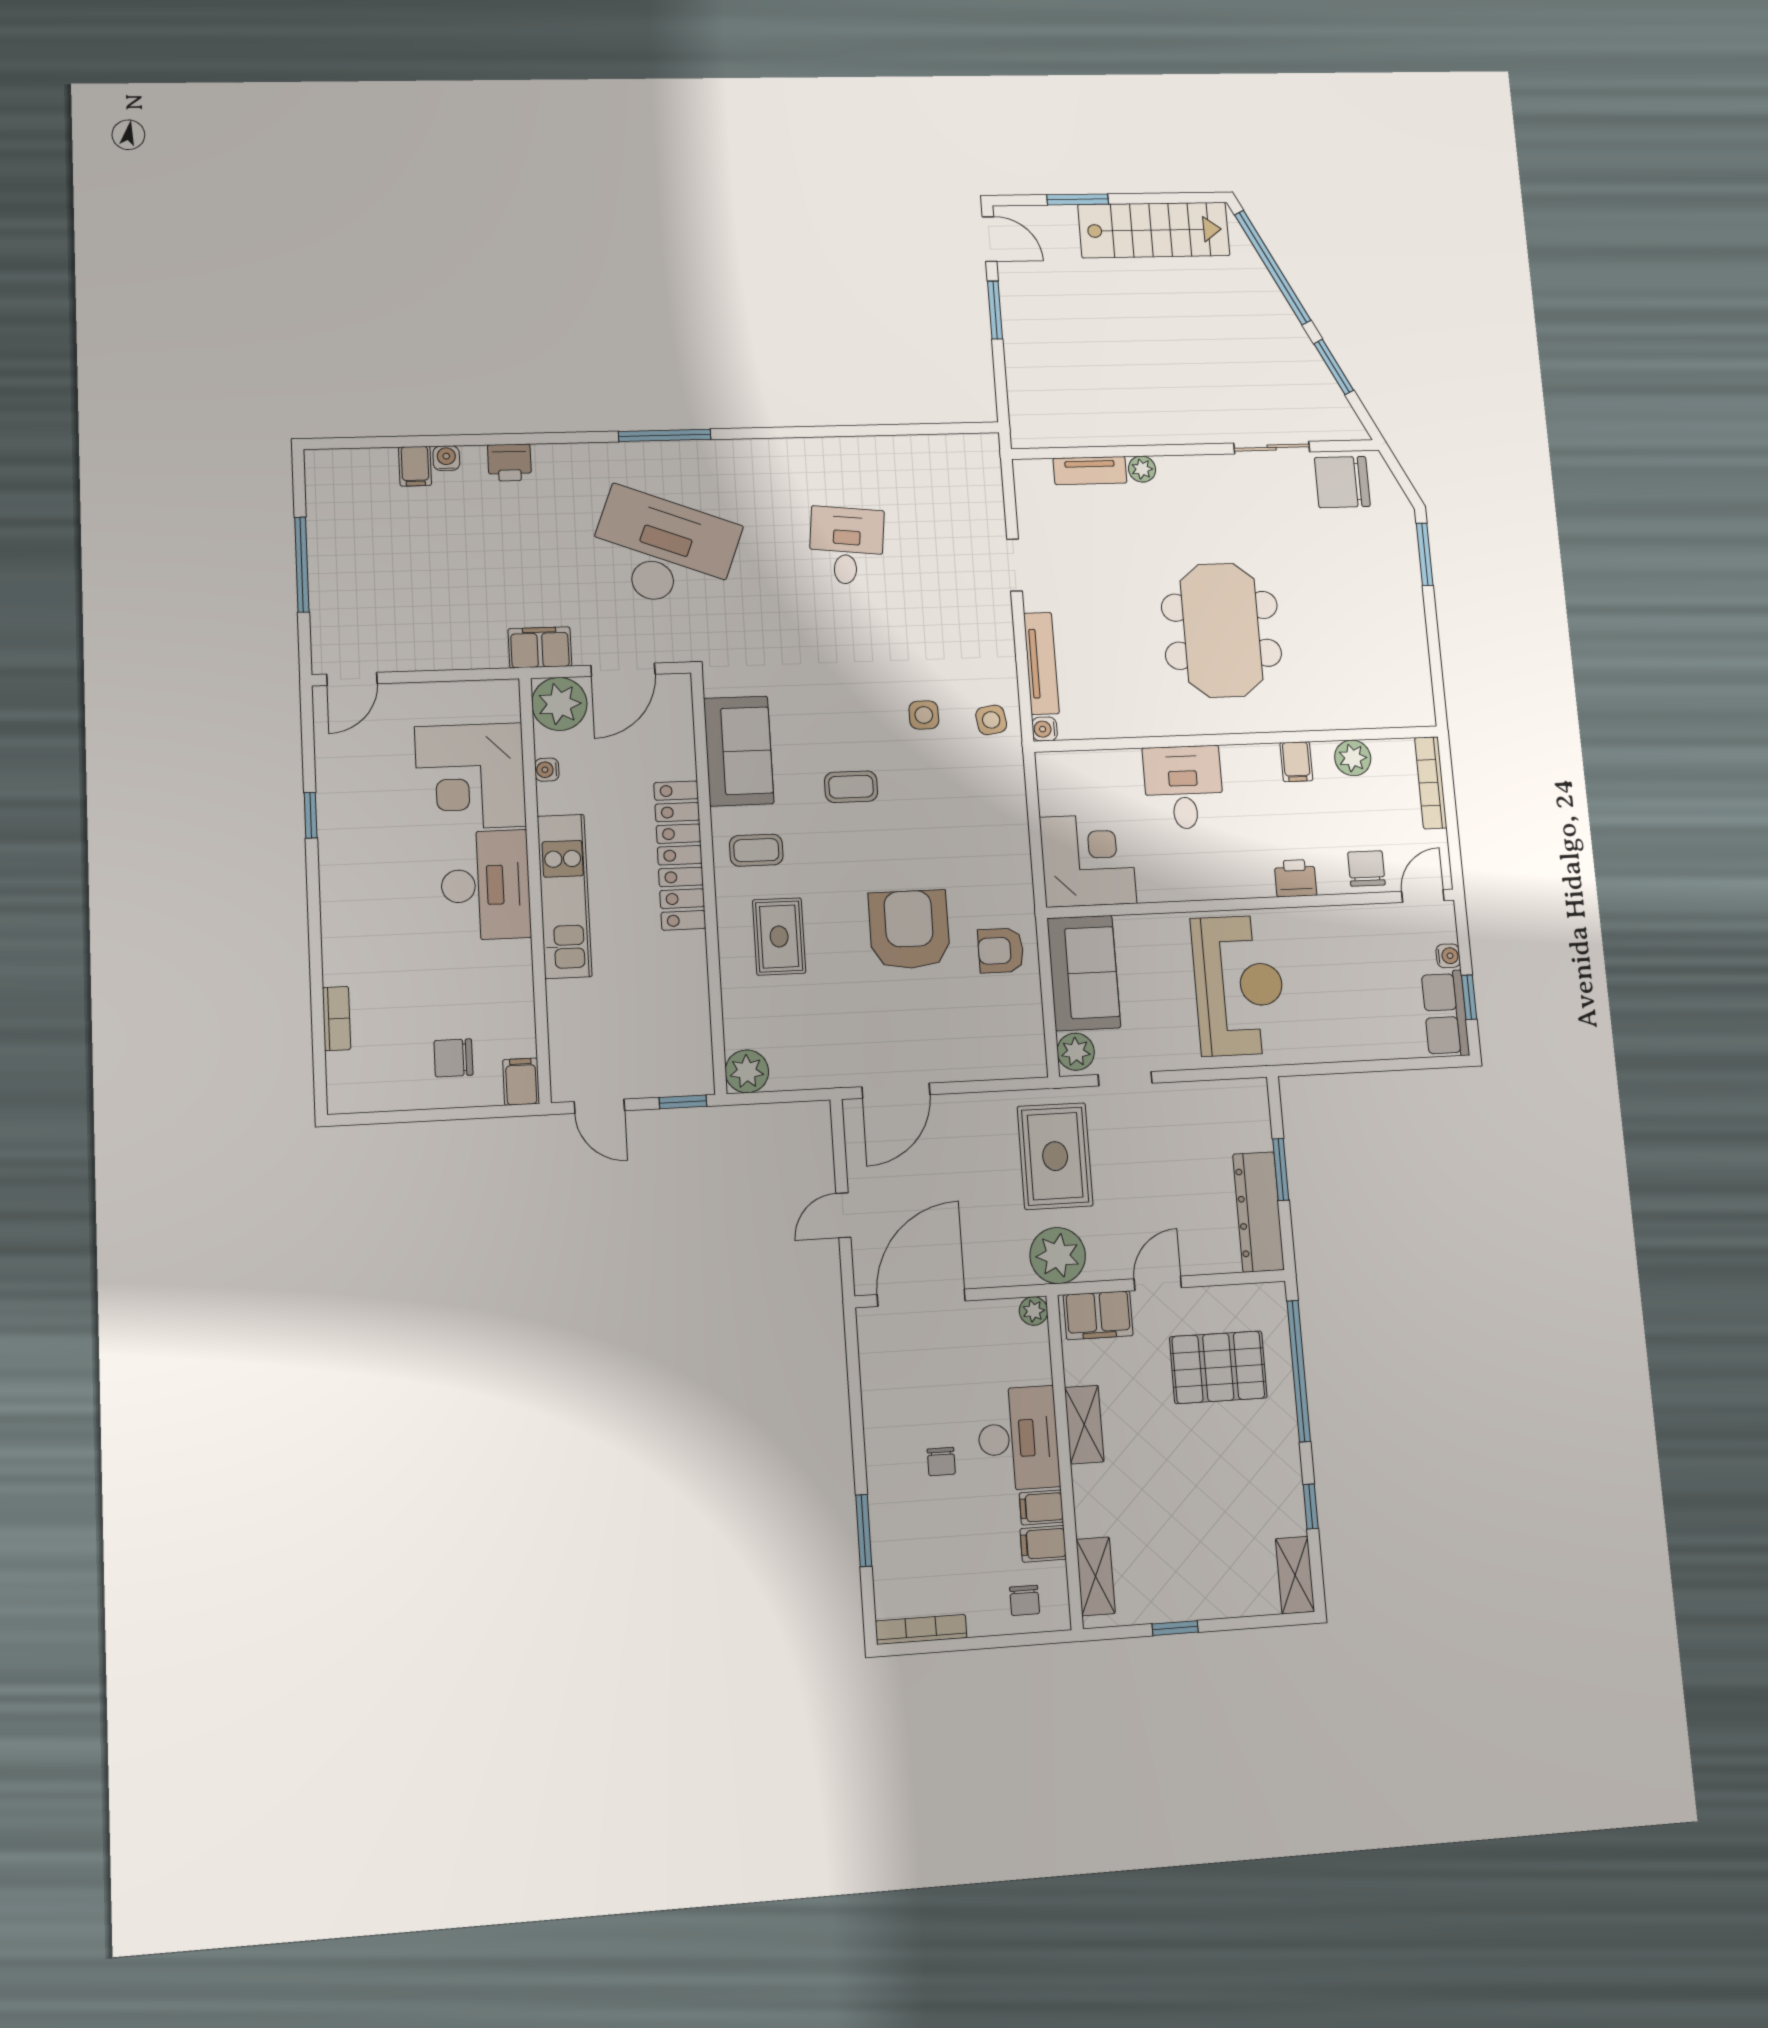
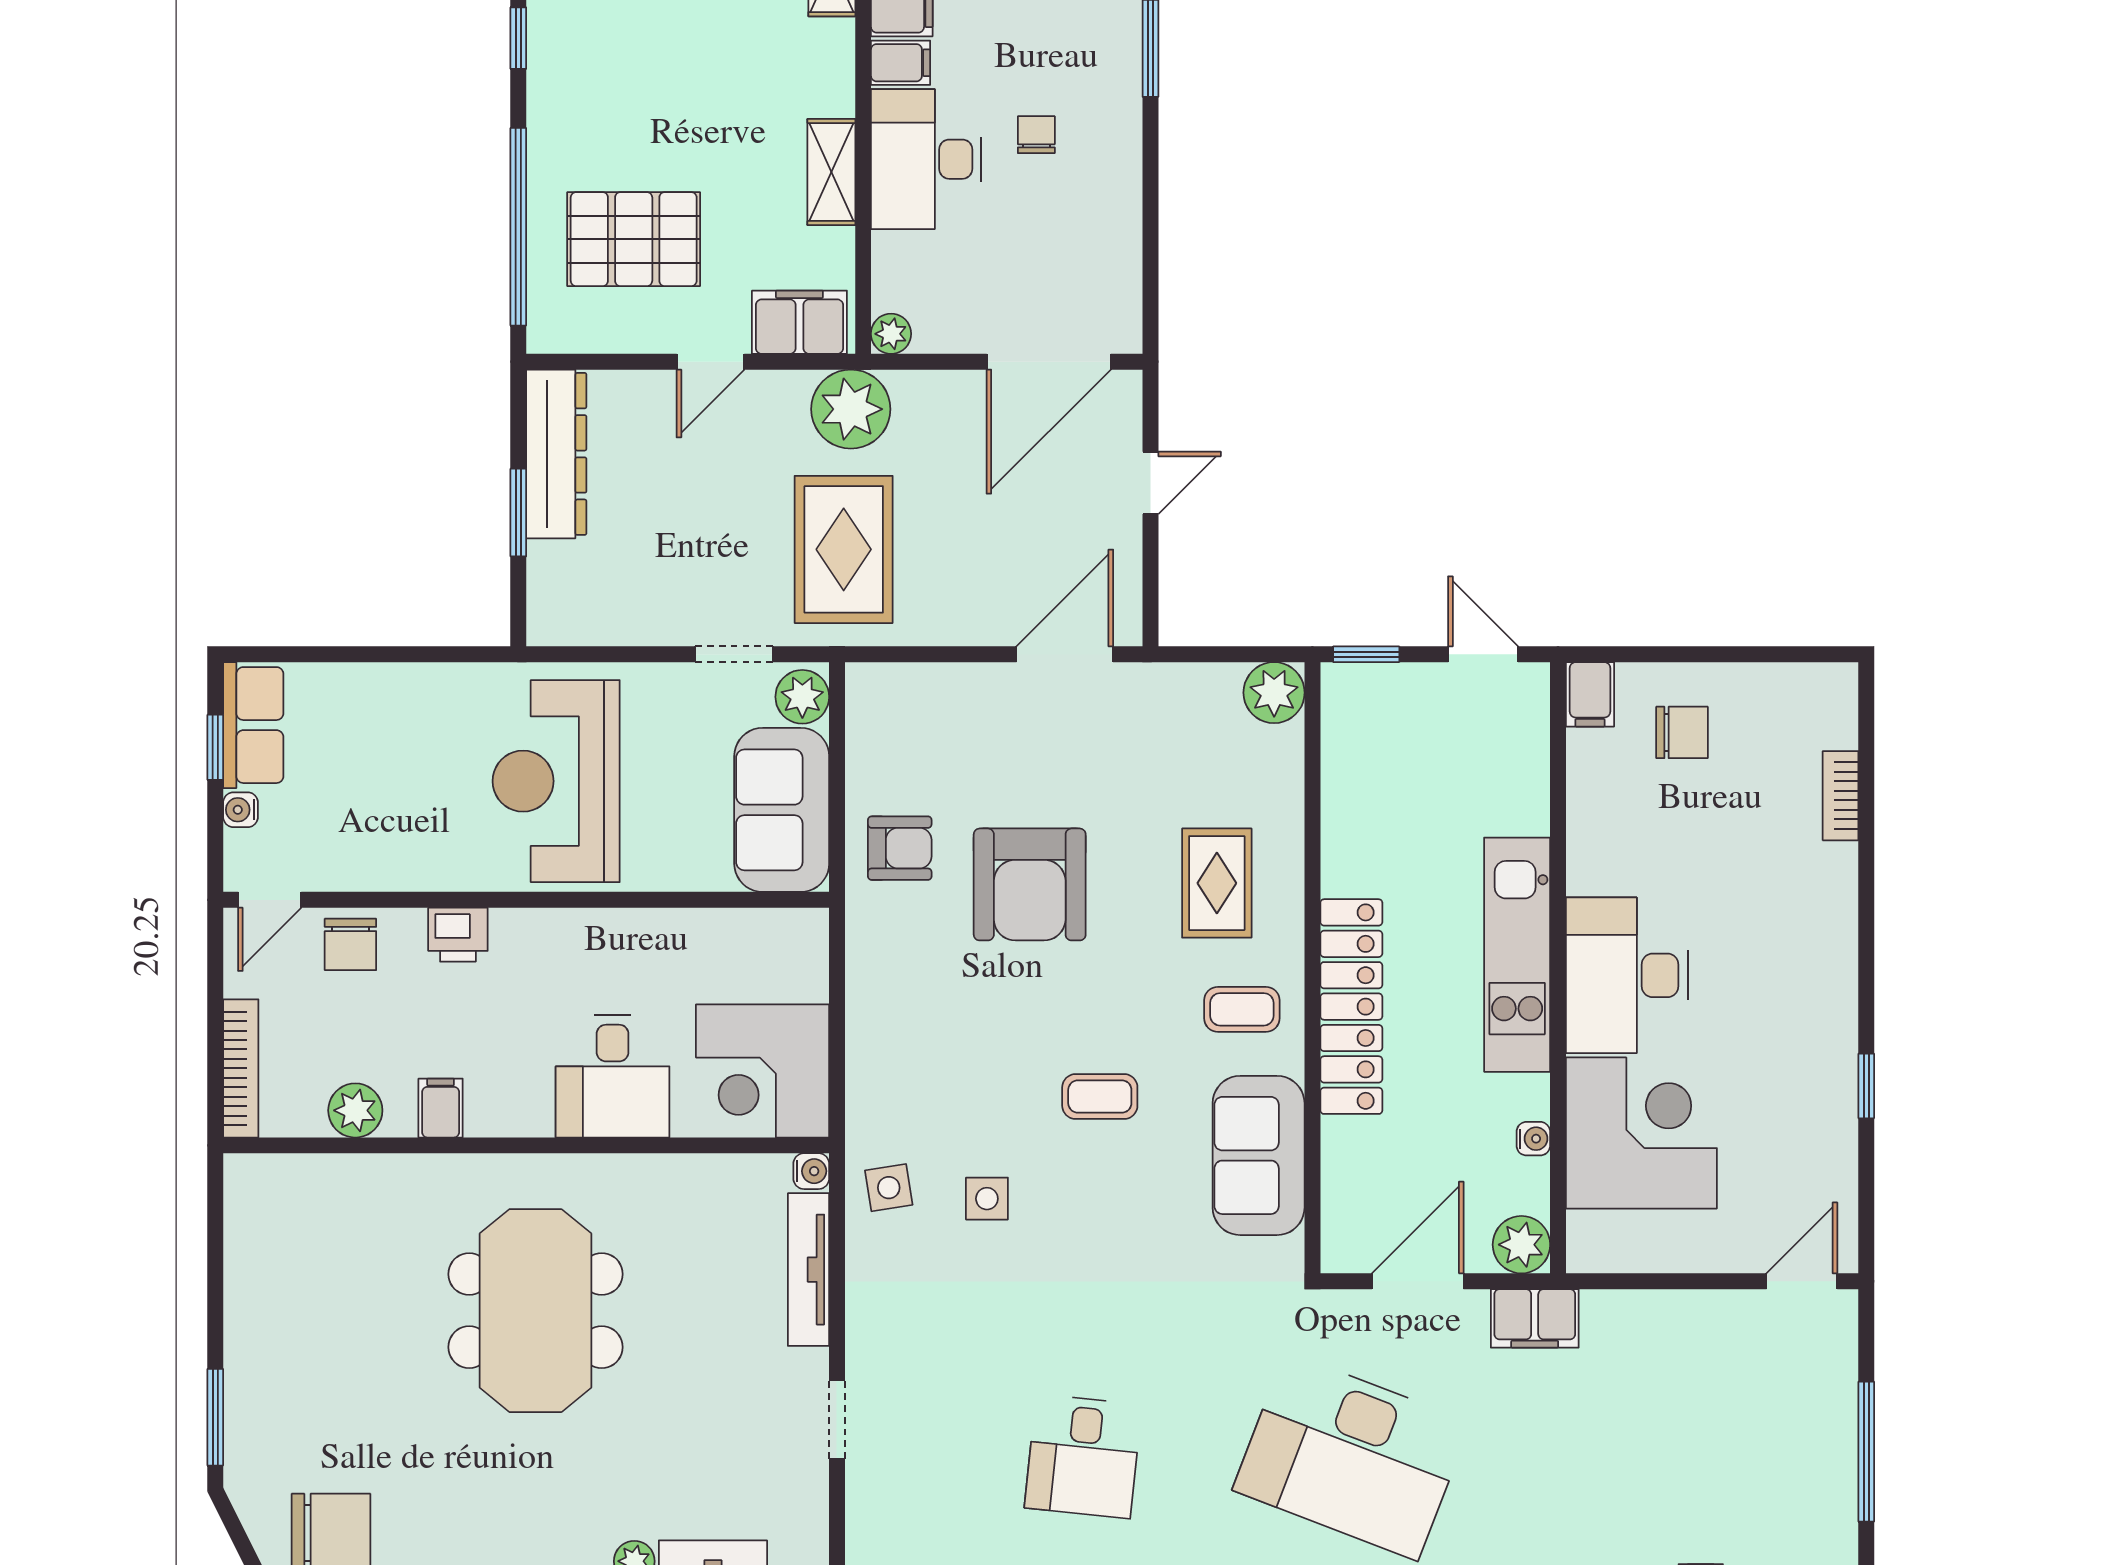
plant: (559, 704) -> (1521, 1245), width x0.73, depth x0.73
corner desk: (1088, 860) -> (763, 1071), moved

